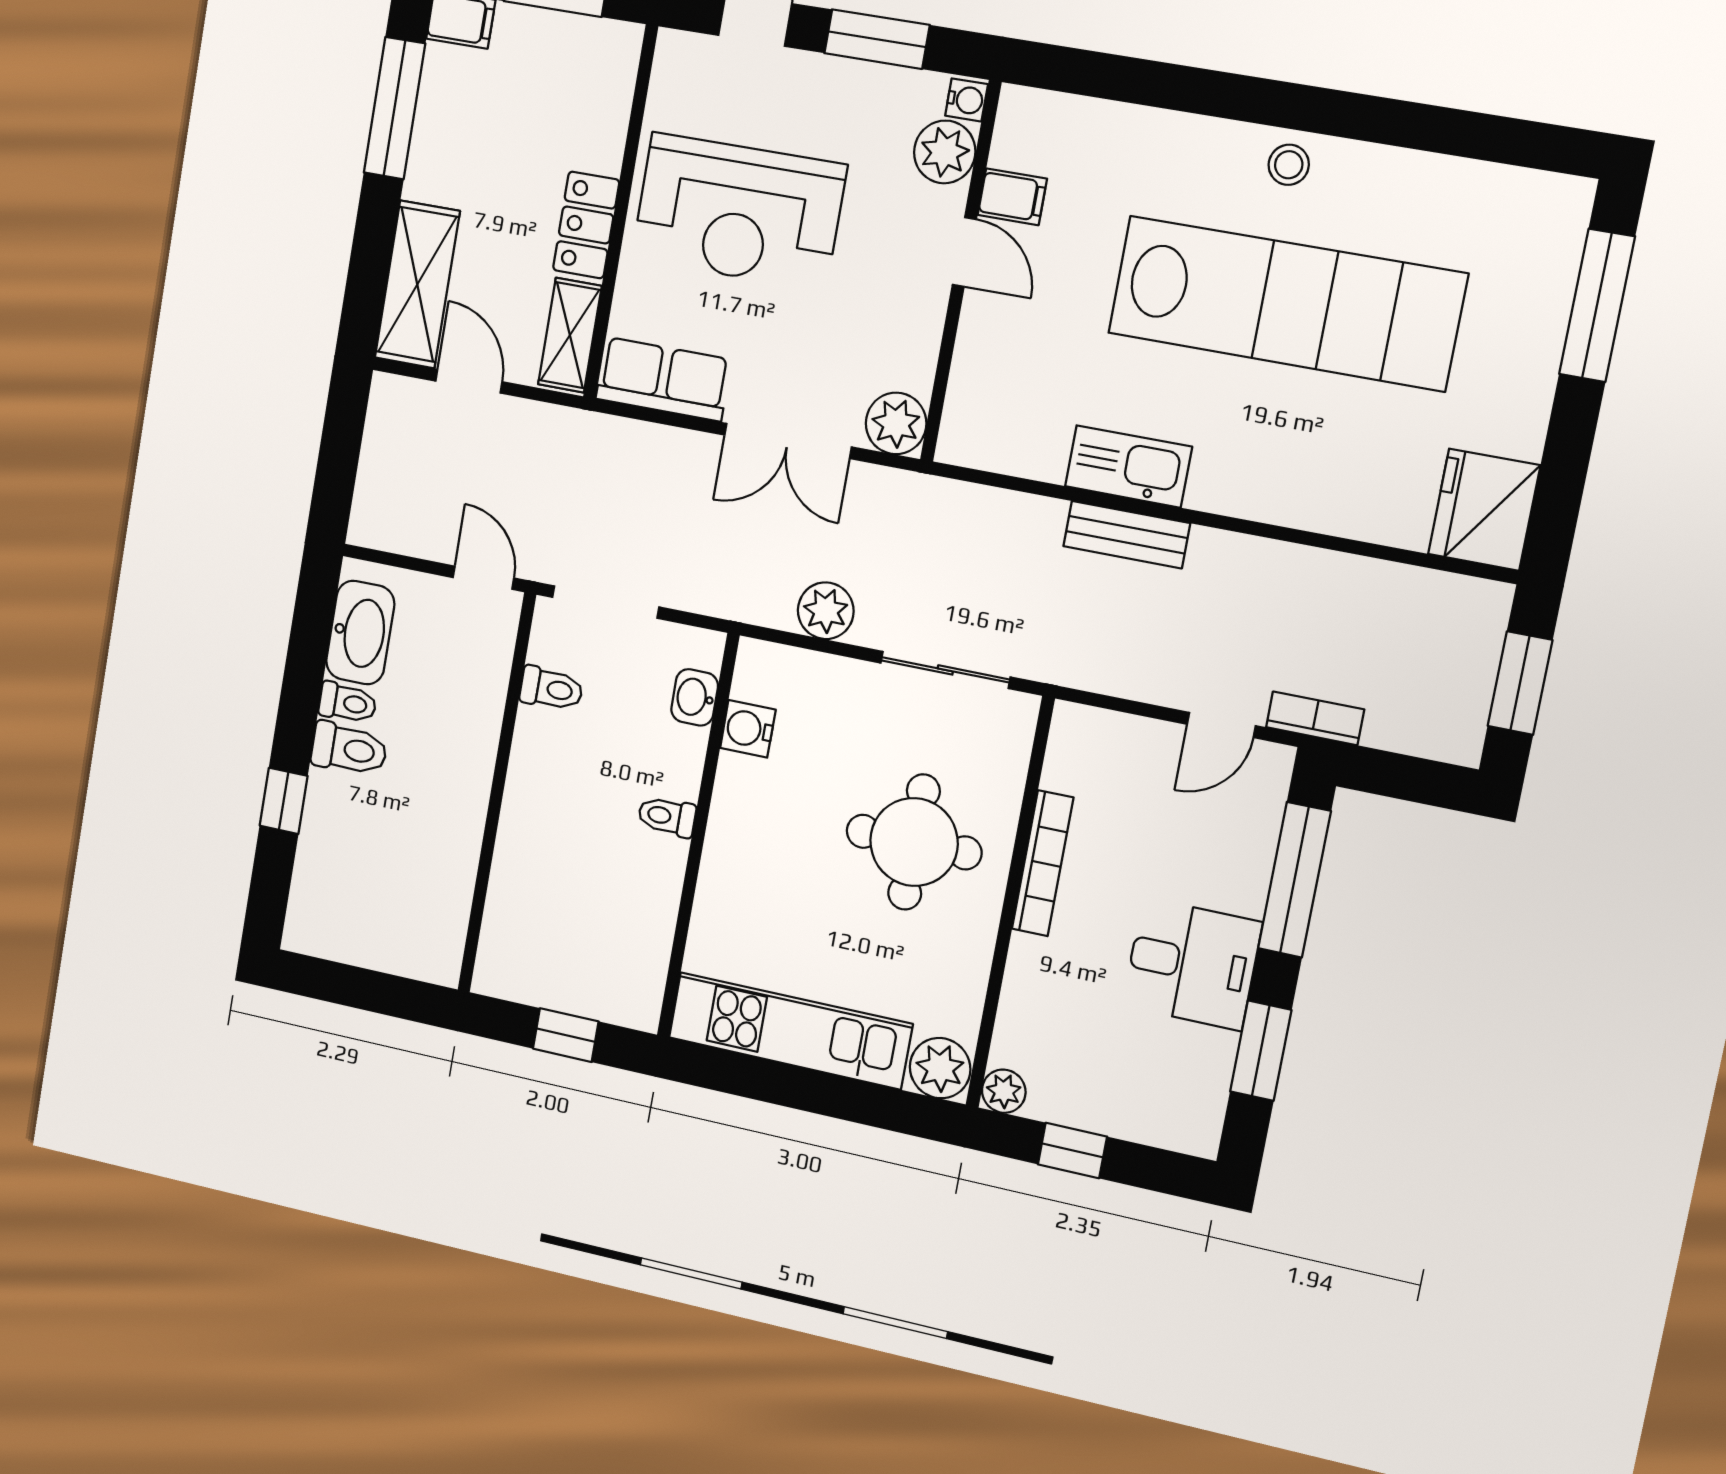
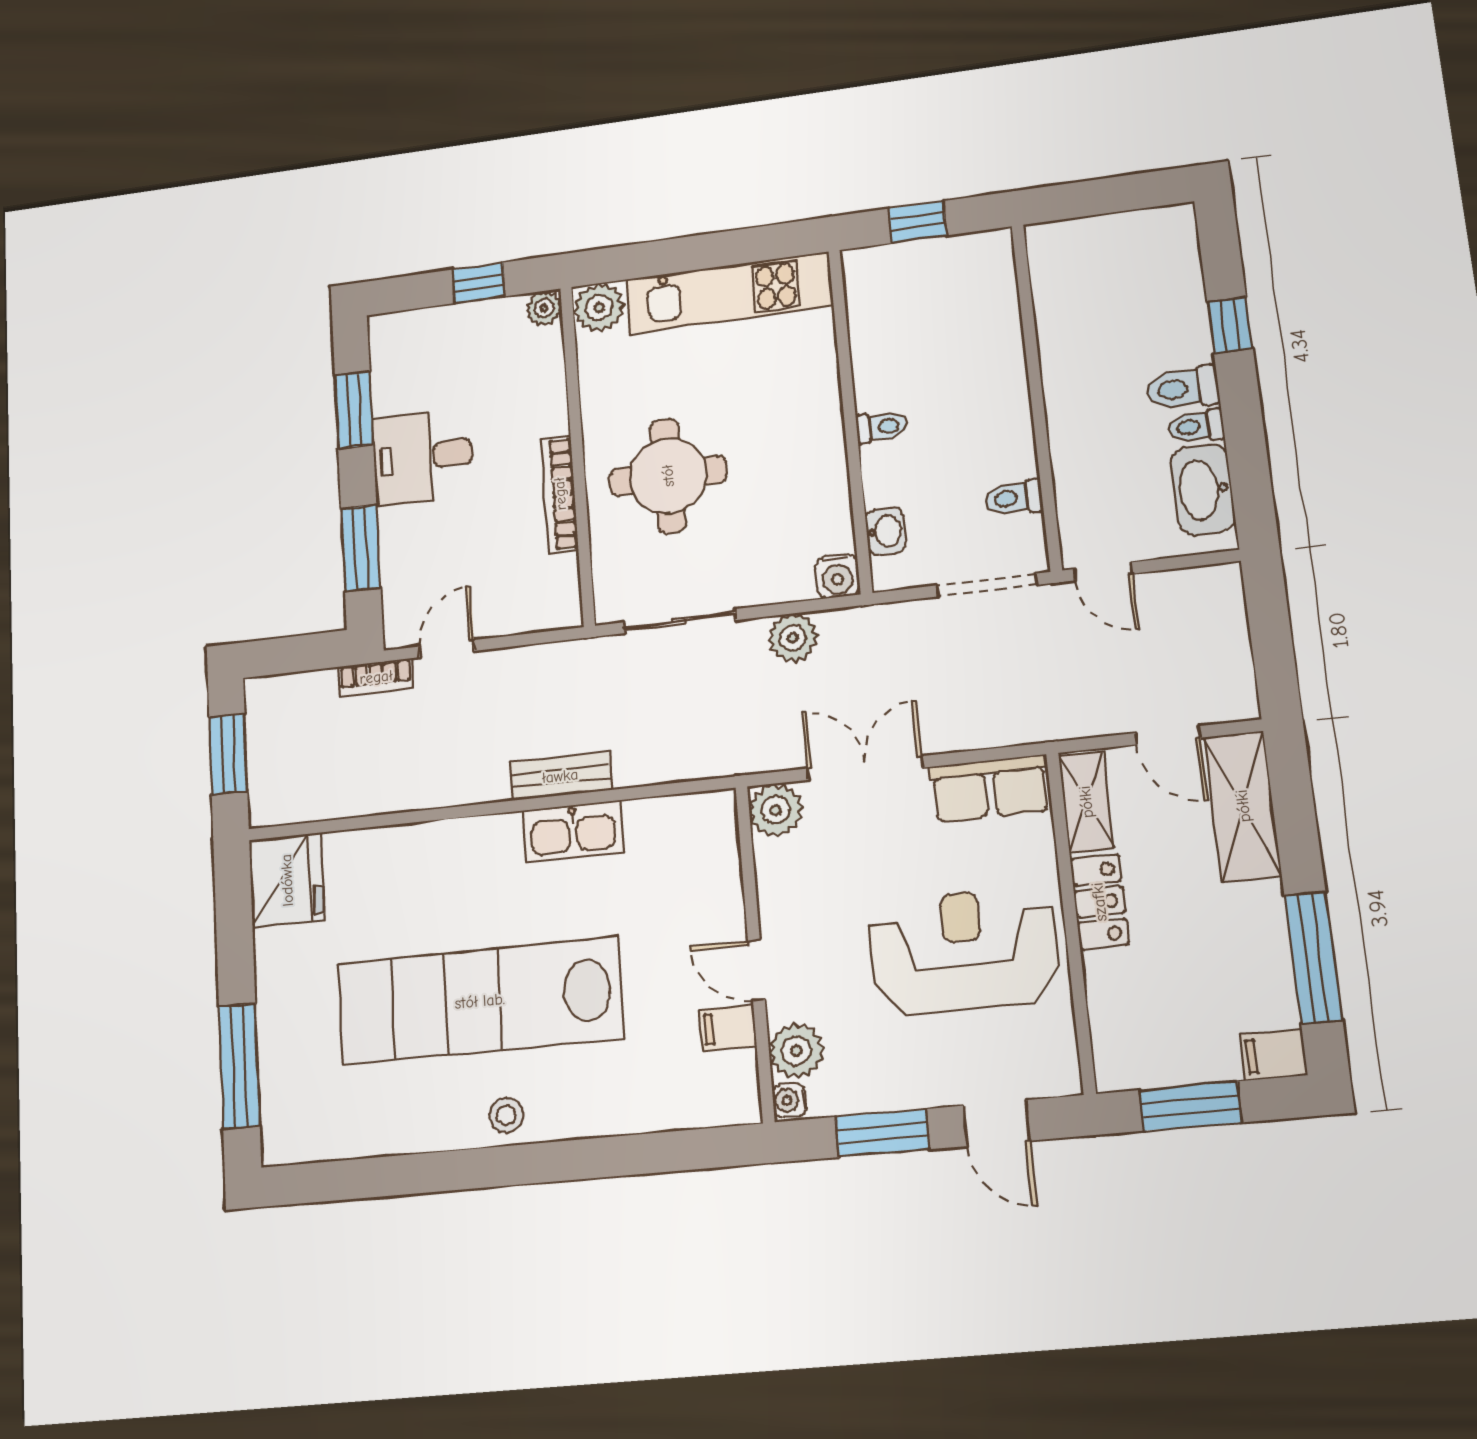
water cooler: (748, 729) -> (837, 576), moved, turned 90
window: (1294, 880) -> (361, 548), width x0.69

